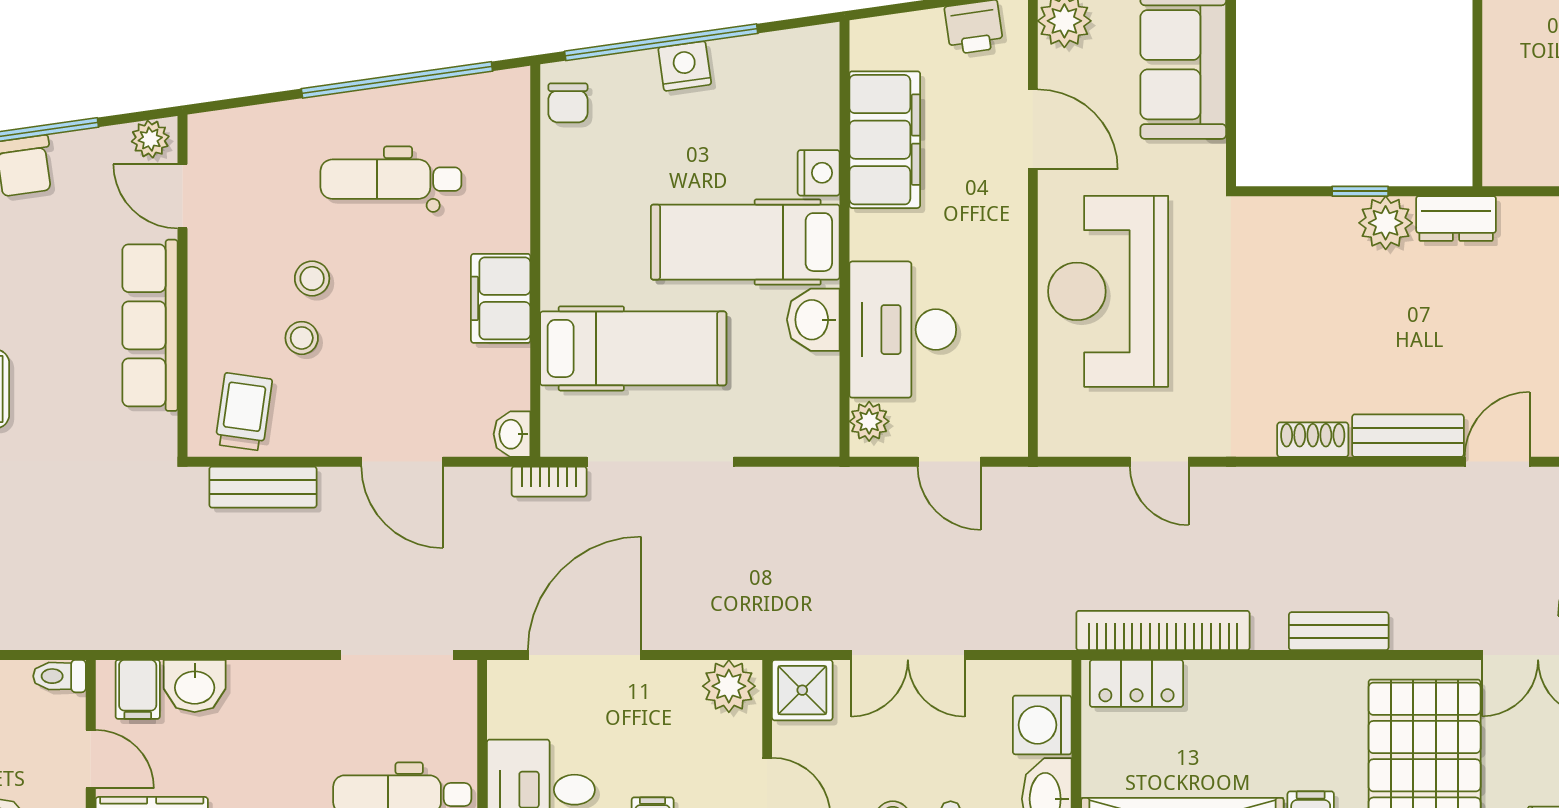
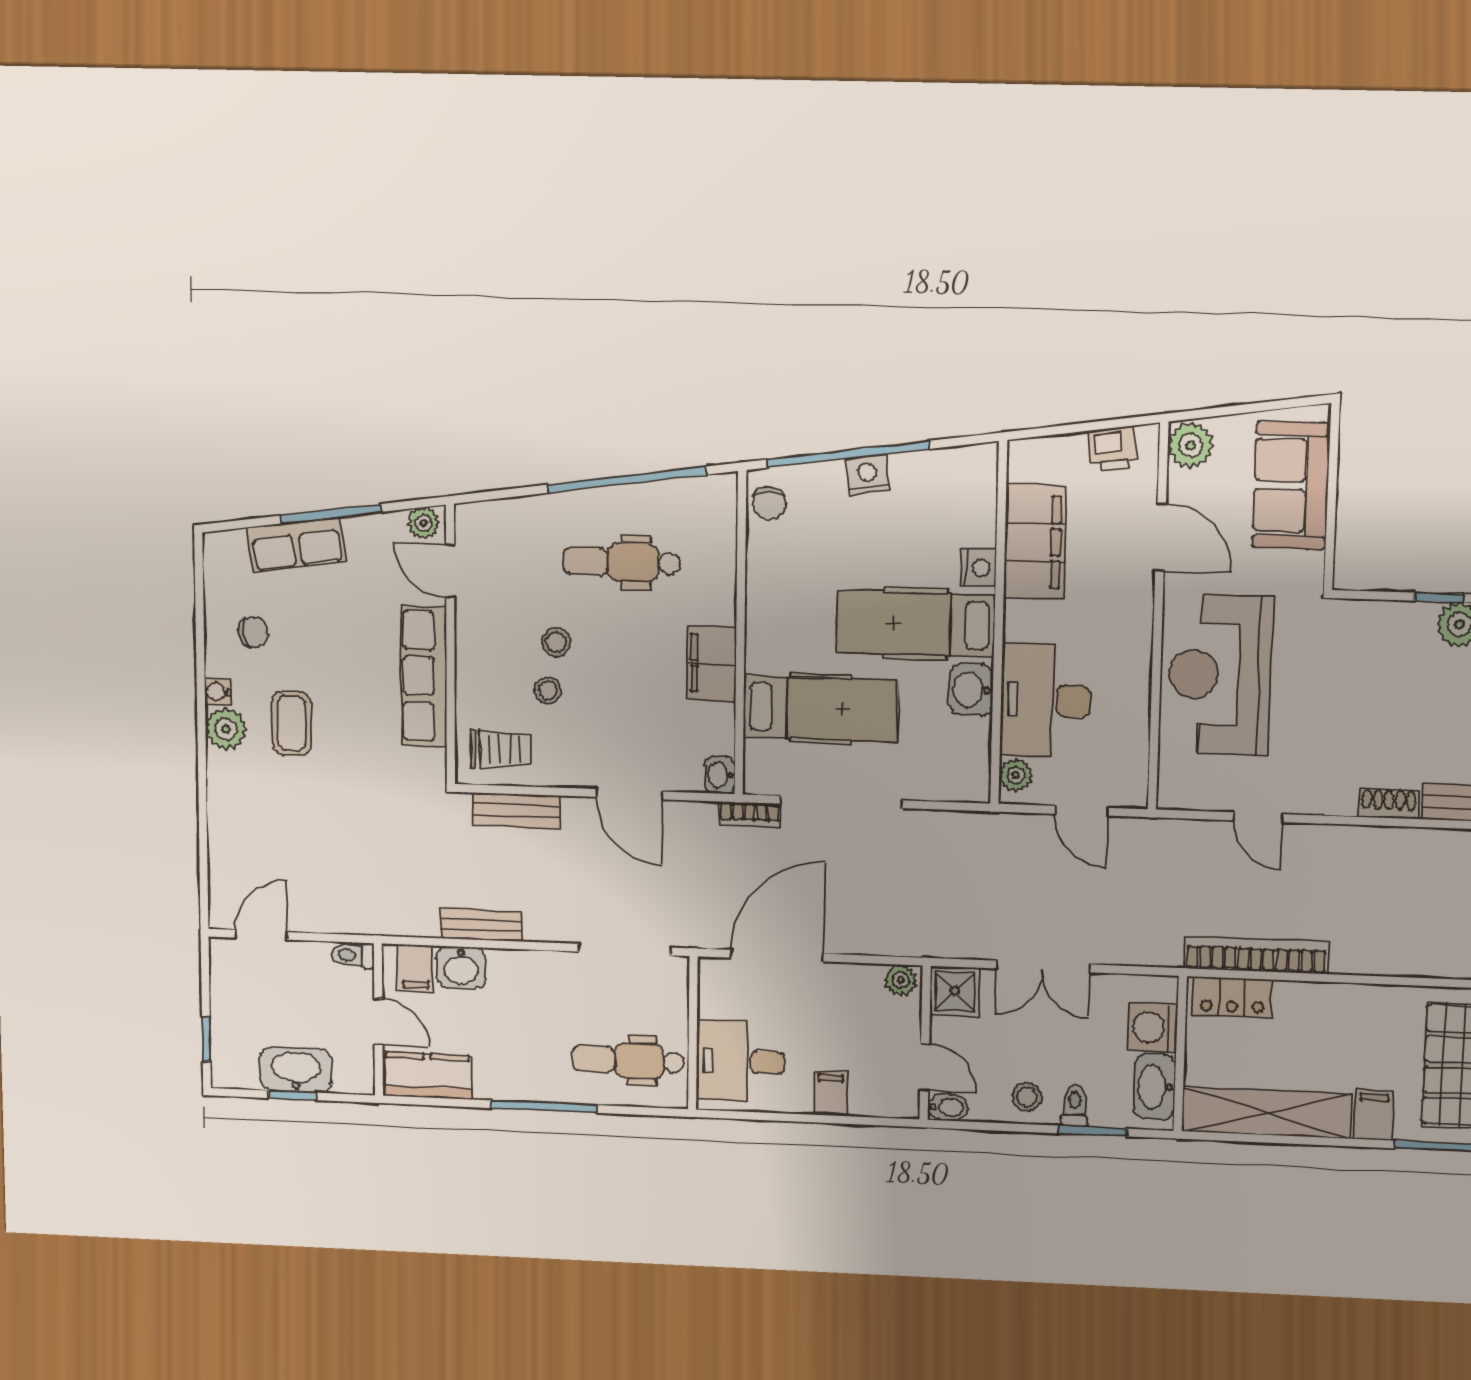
trolley: (244, 412) -> (500, 749), turned 81
bench: (1339, 631) -> (481, 925), moved
plant: (729, 686) -> (901, 980), width x0.73, depth x0.73

